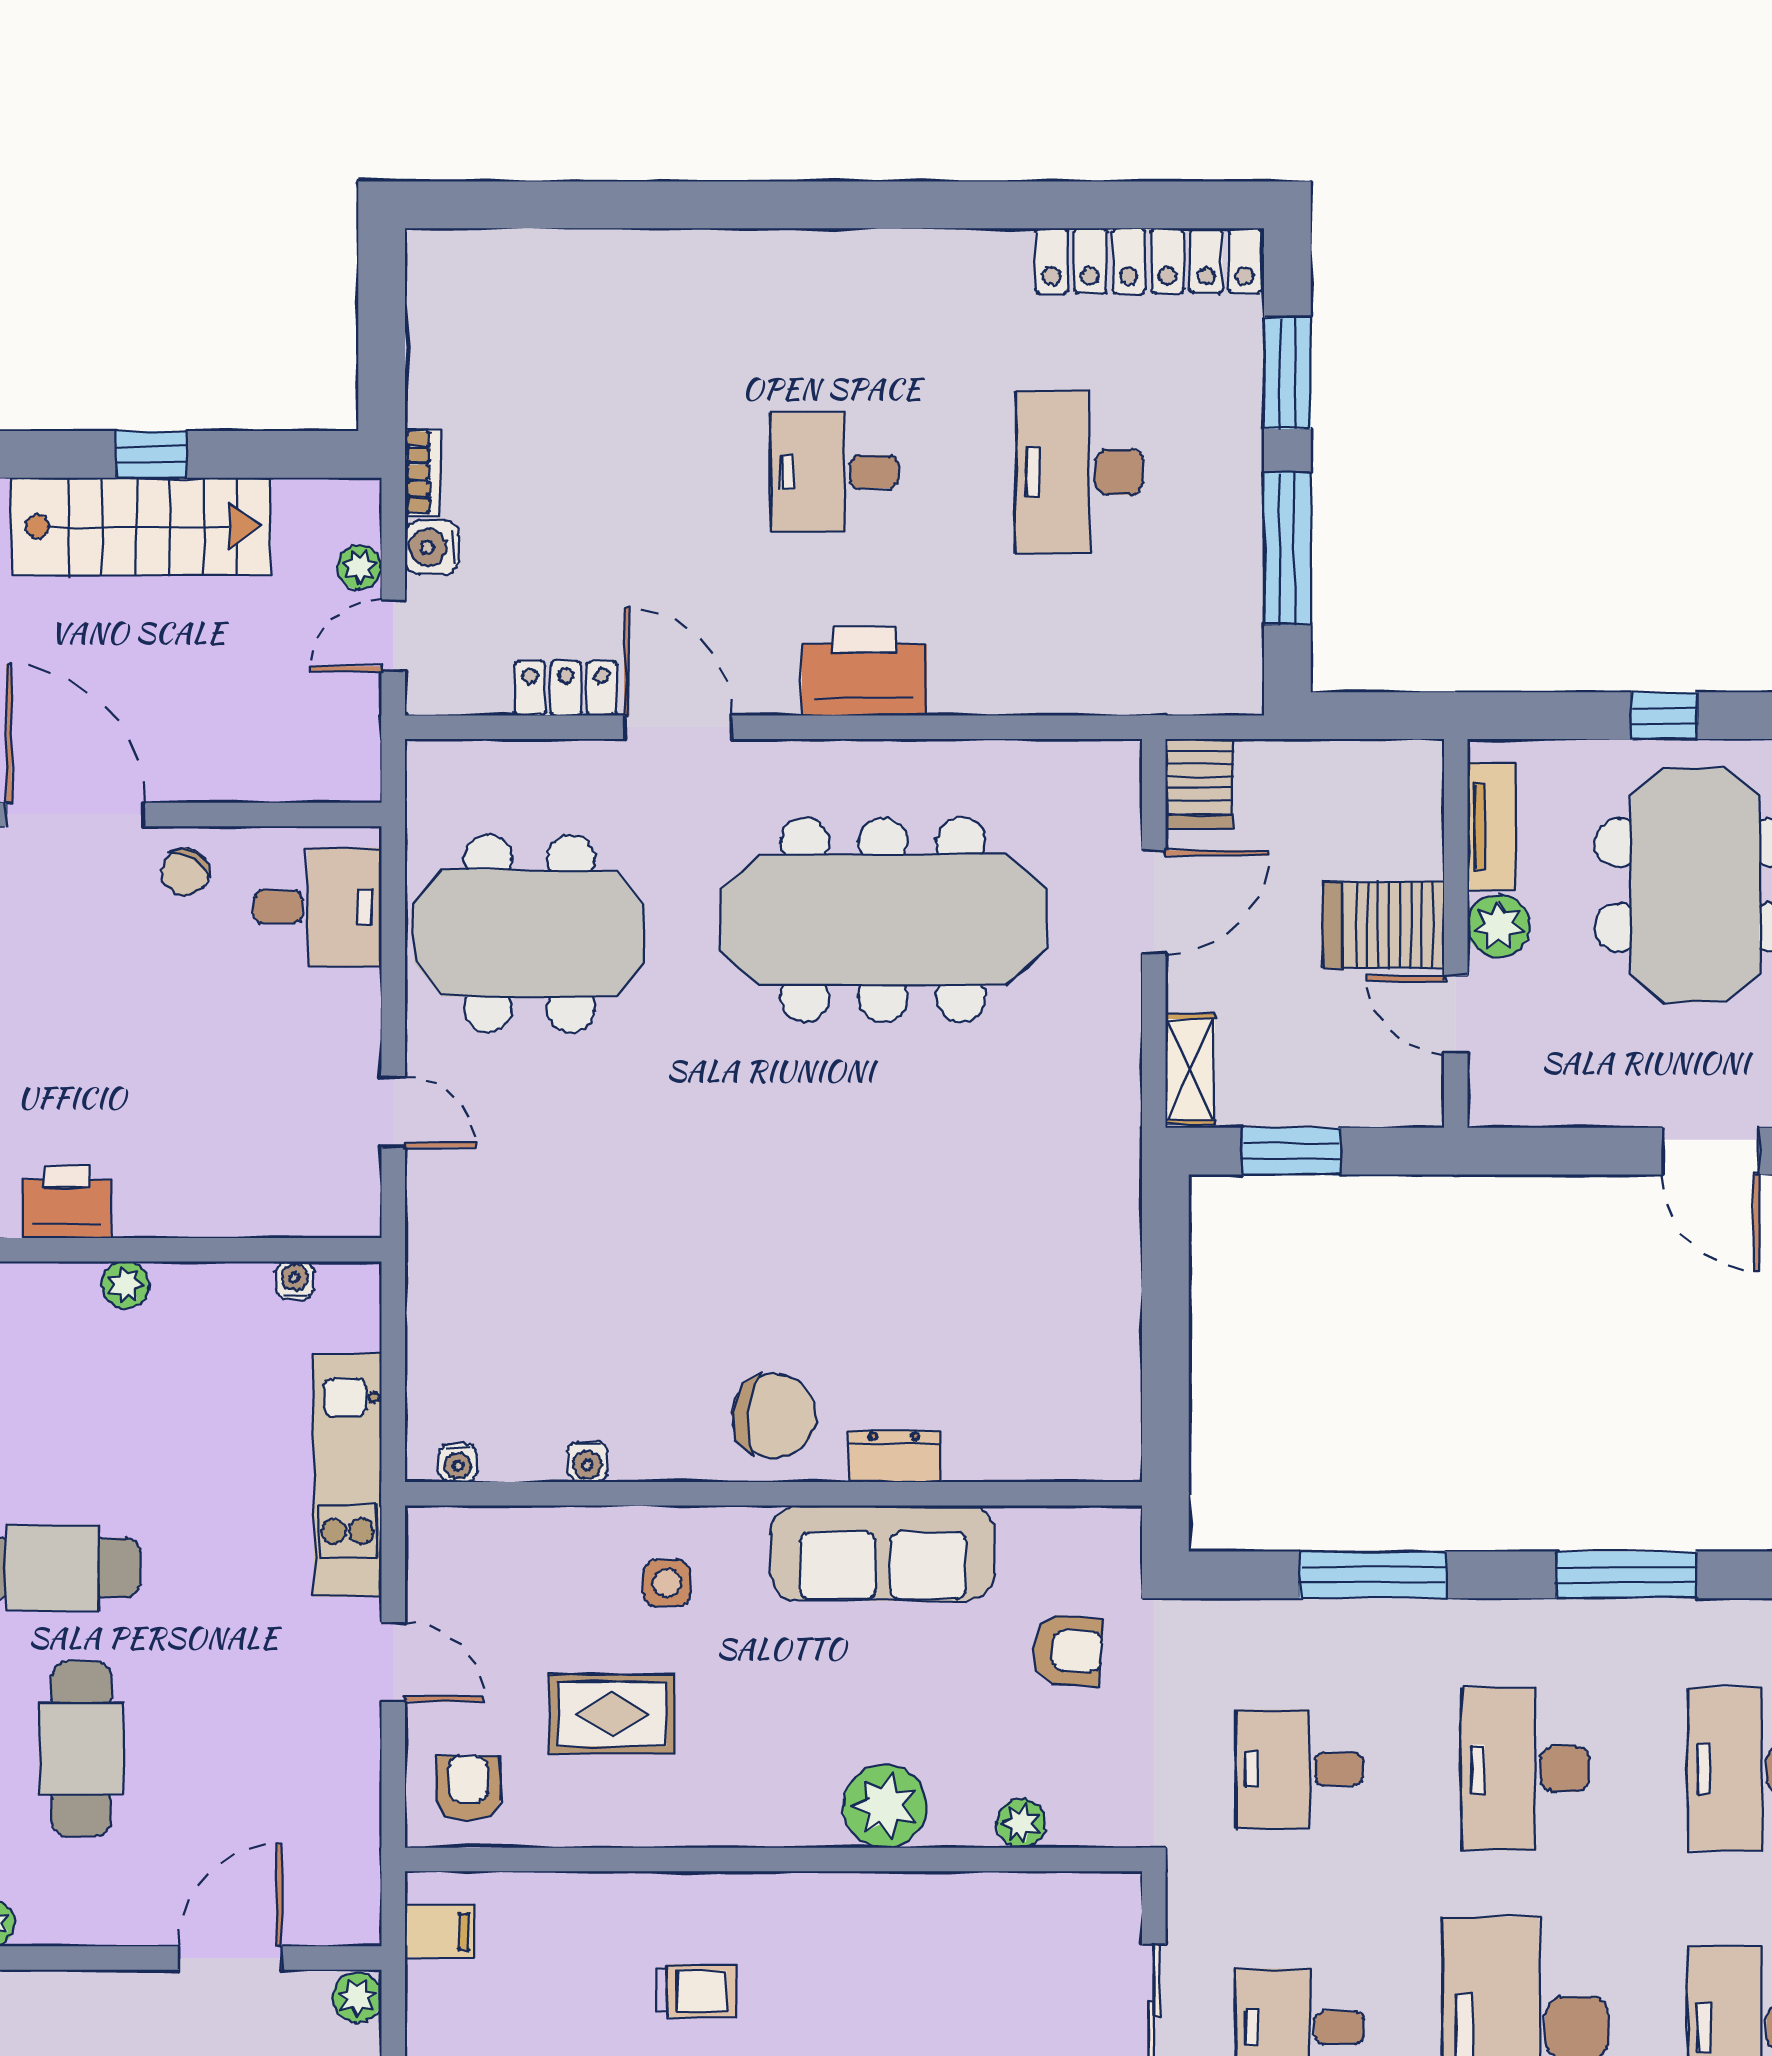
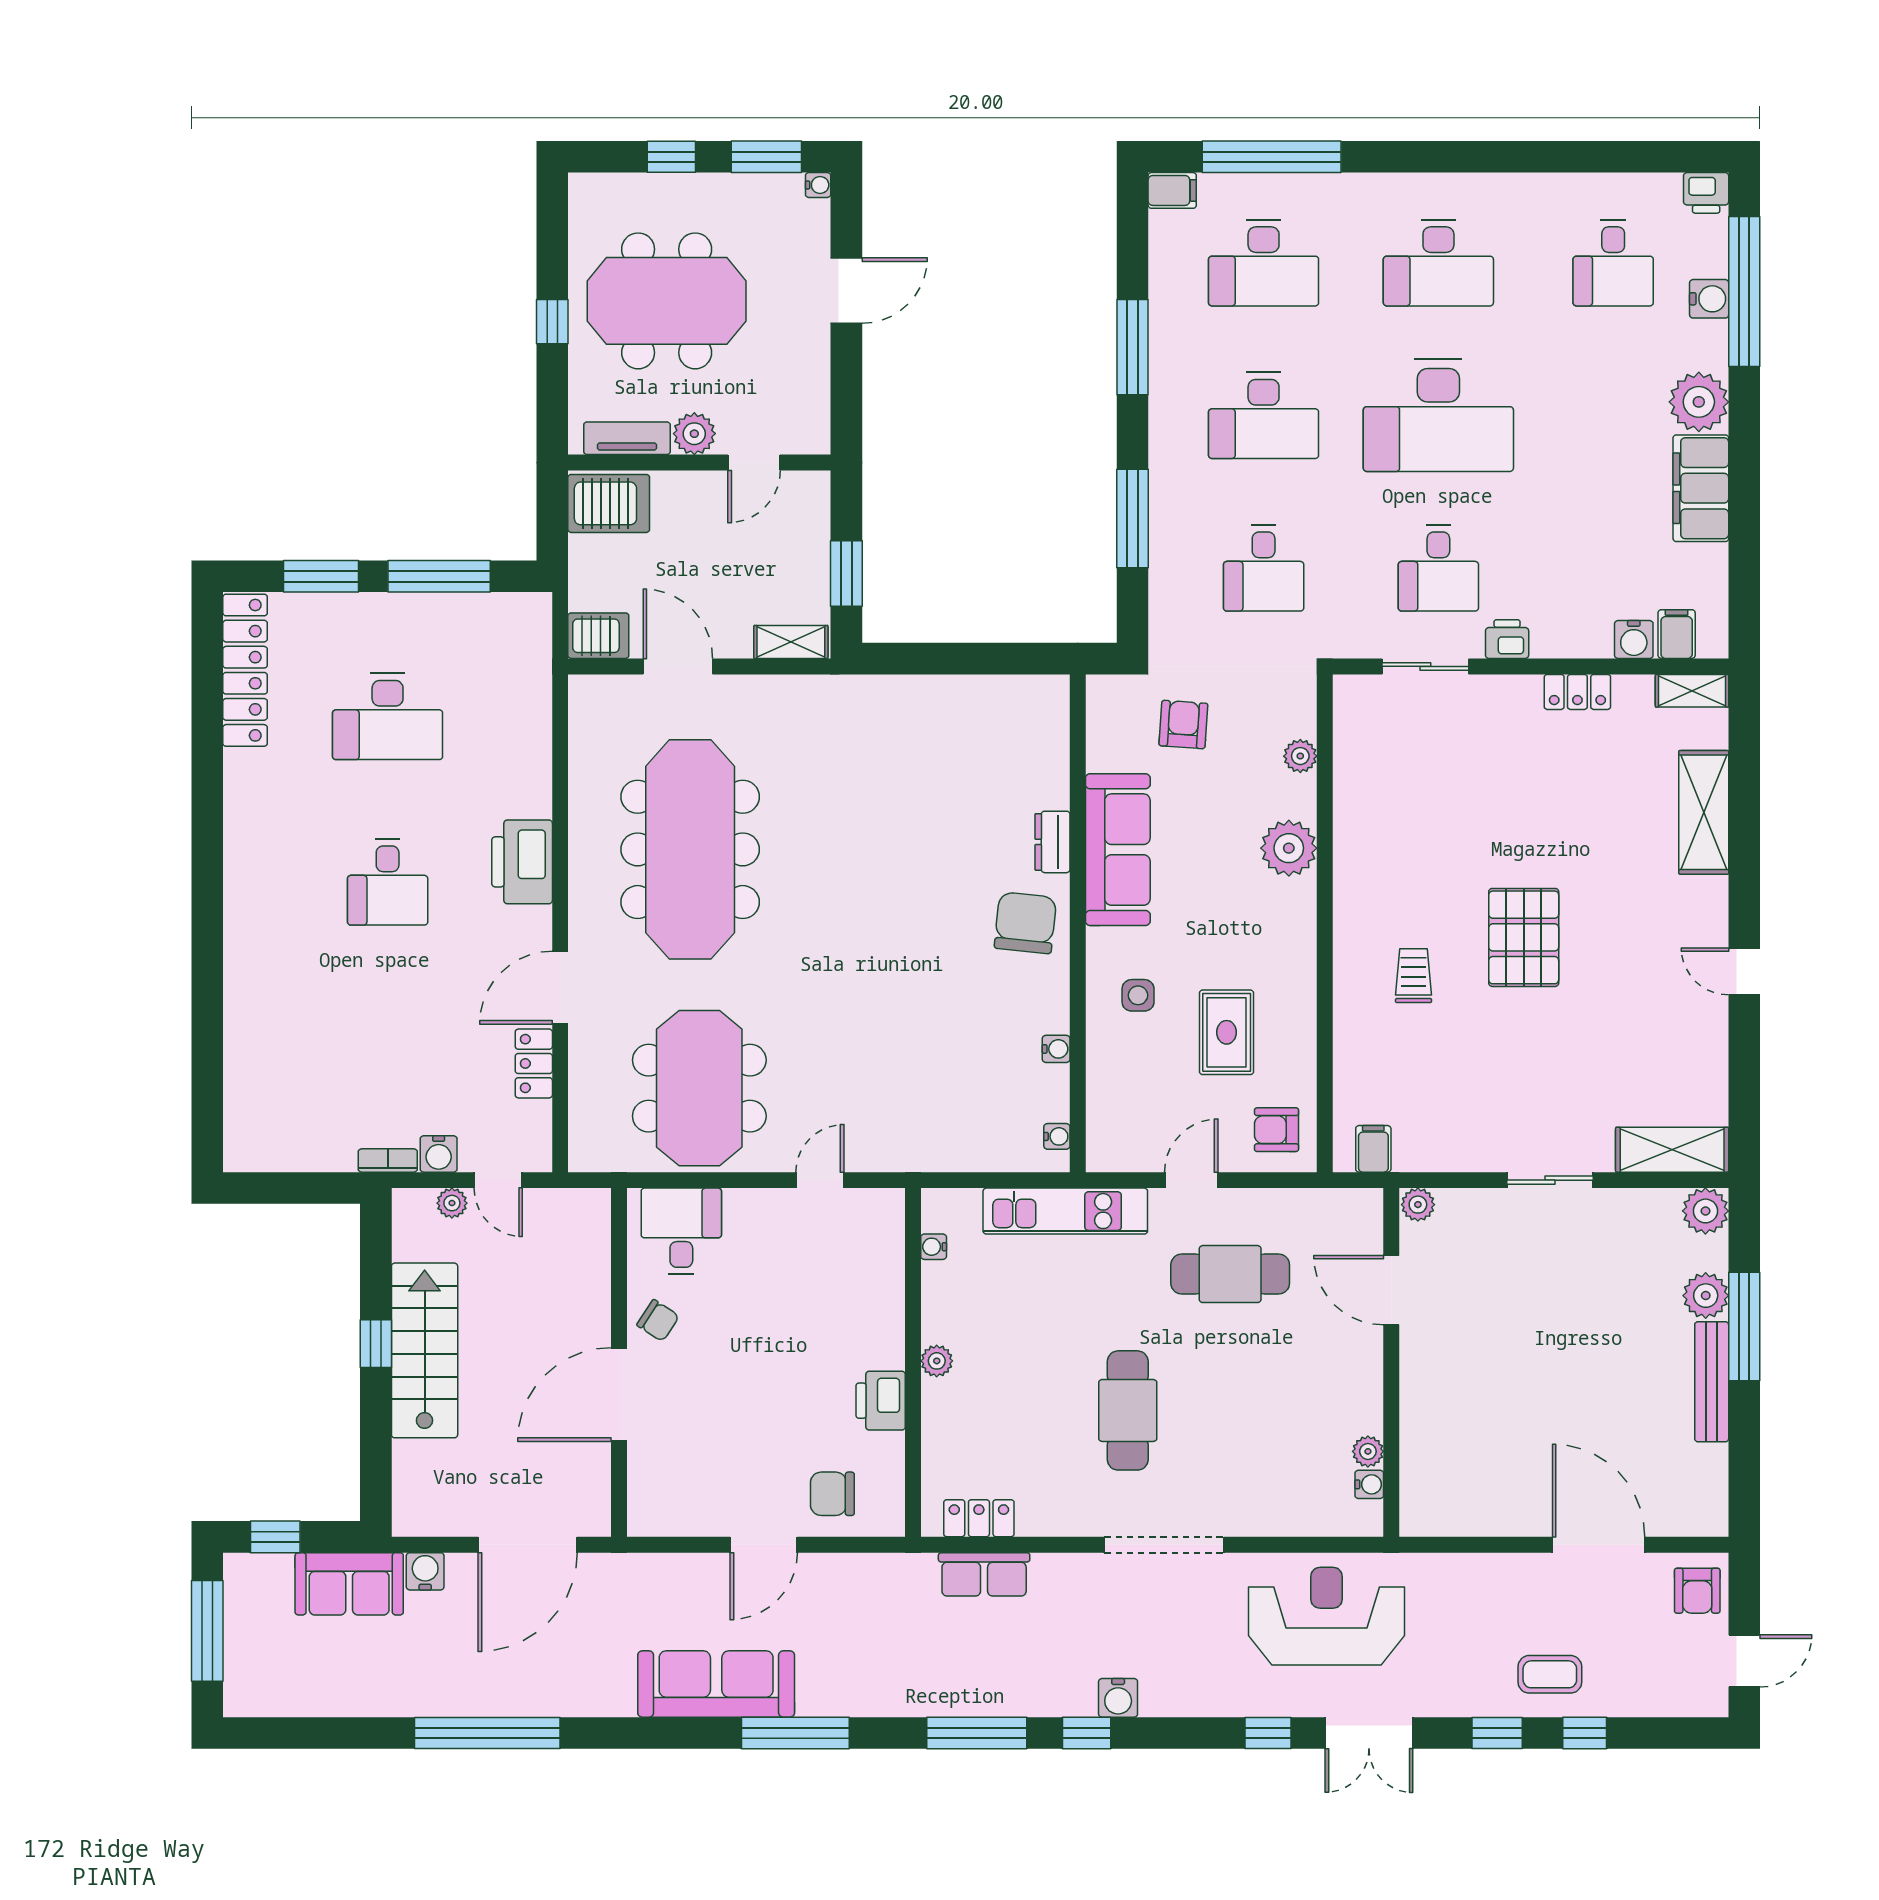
server rack: (1384, 925) -> (609, 503), moved, turned -90
cafe table: (81, 1748) -> (1230, 1274), moved

